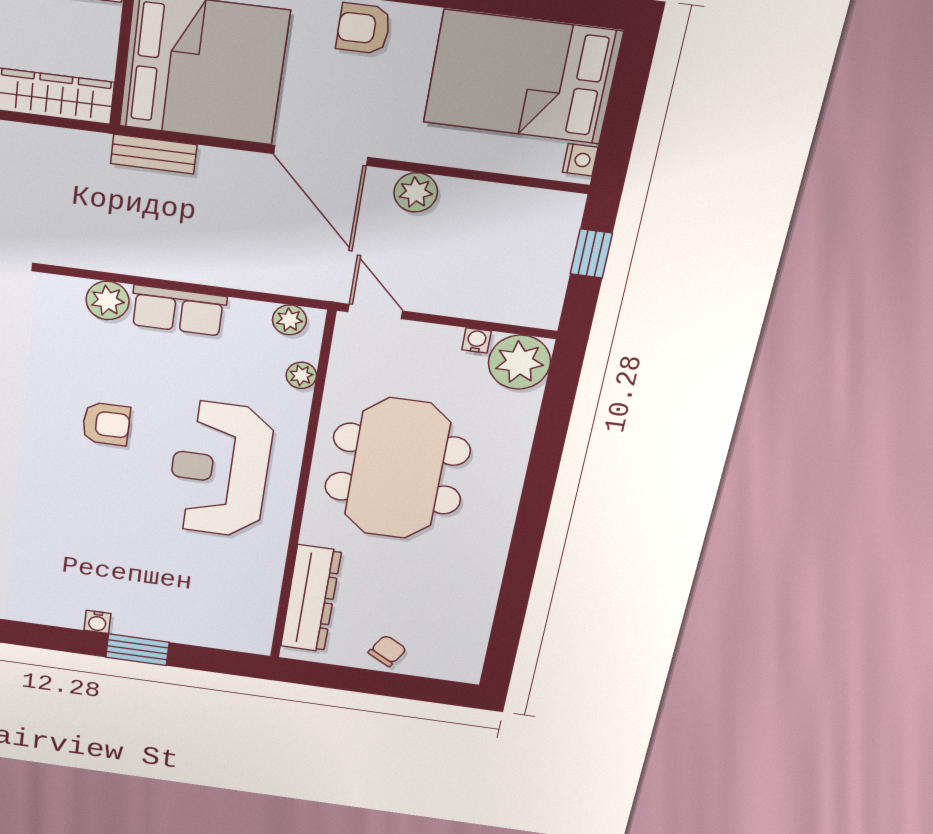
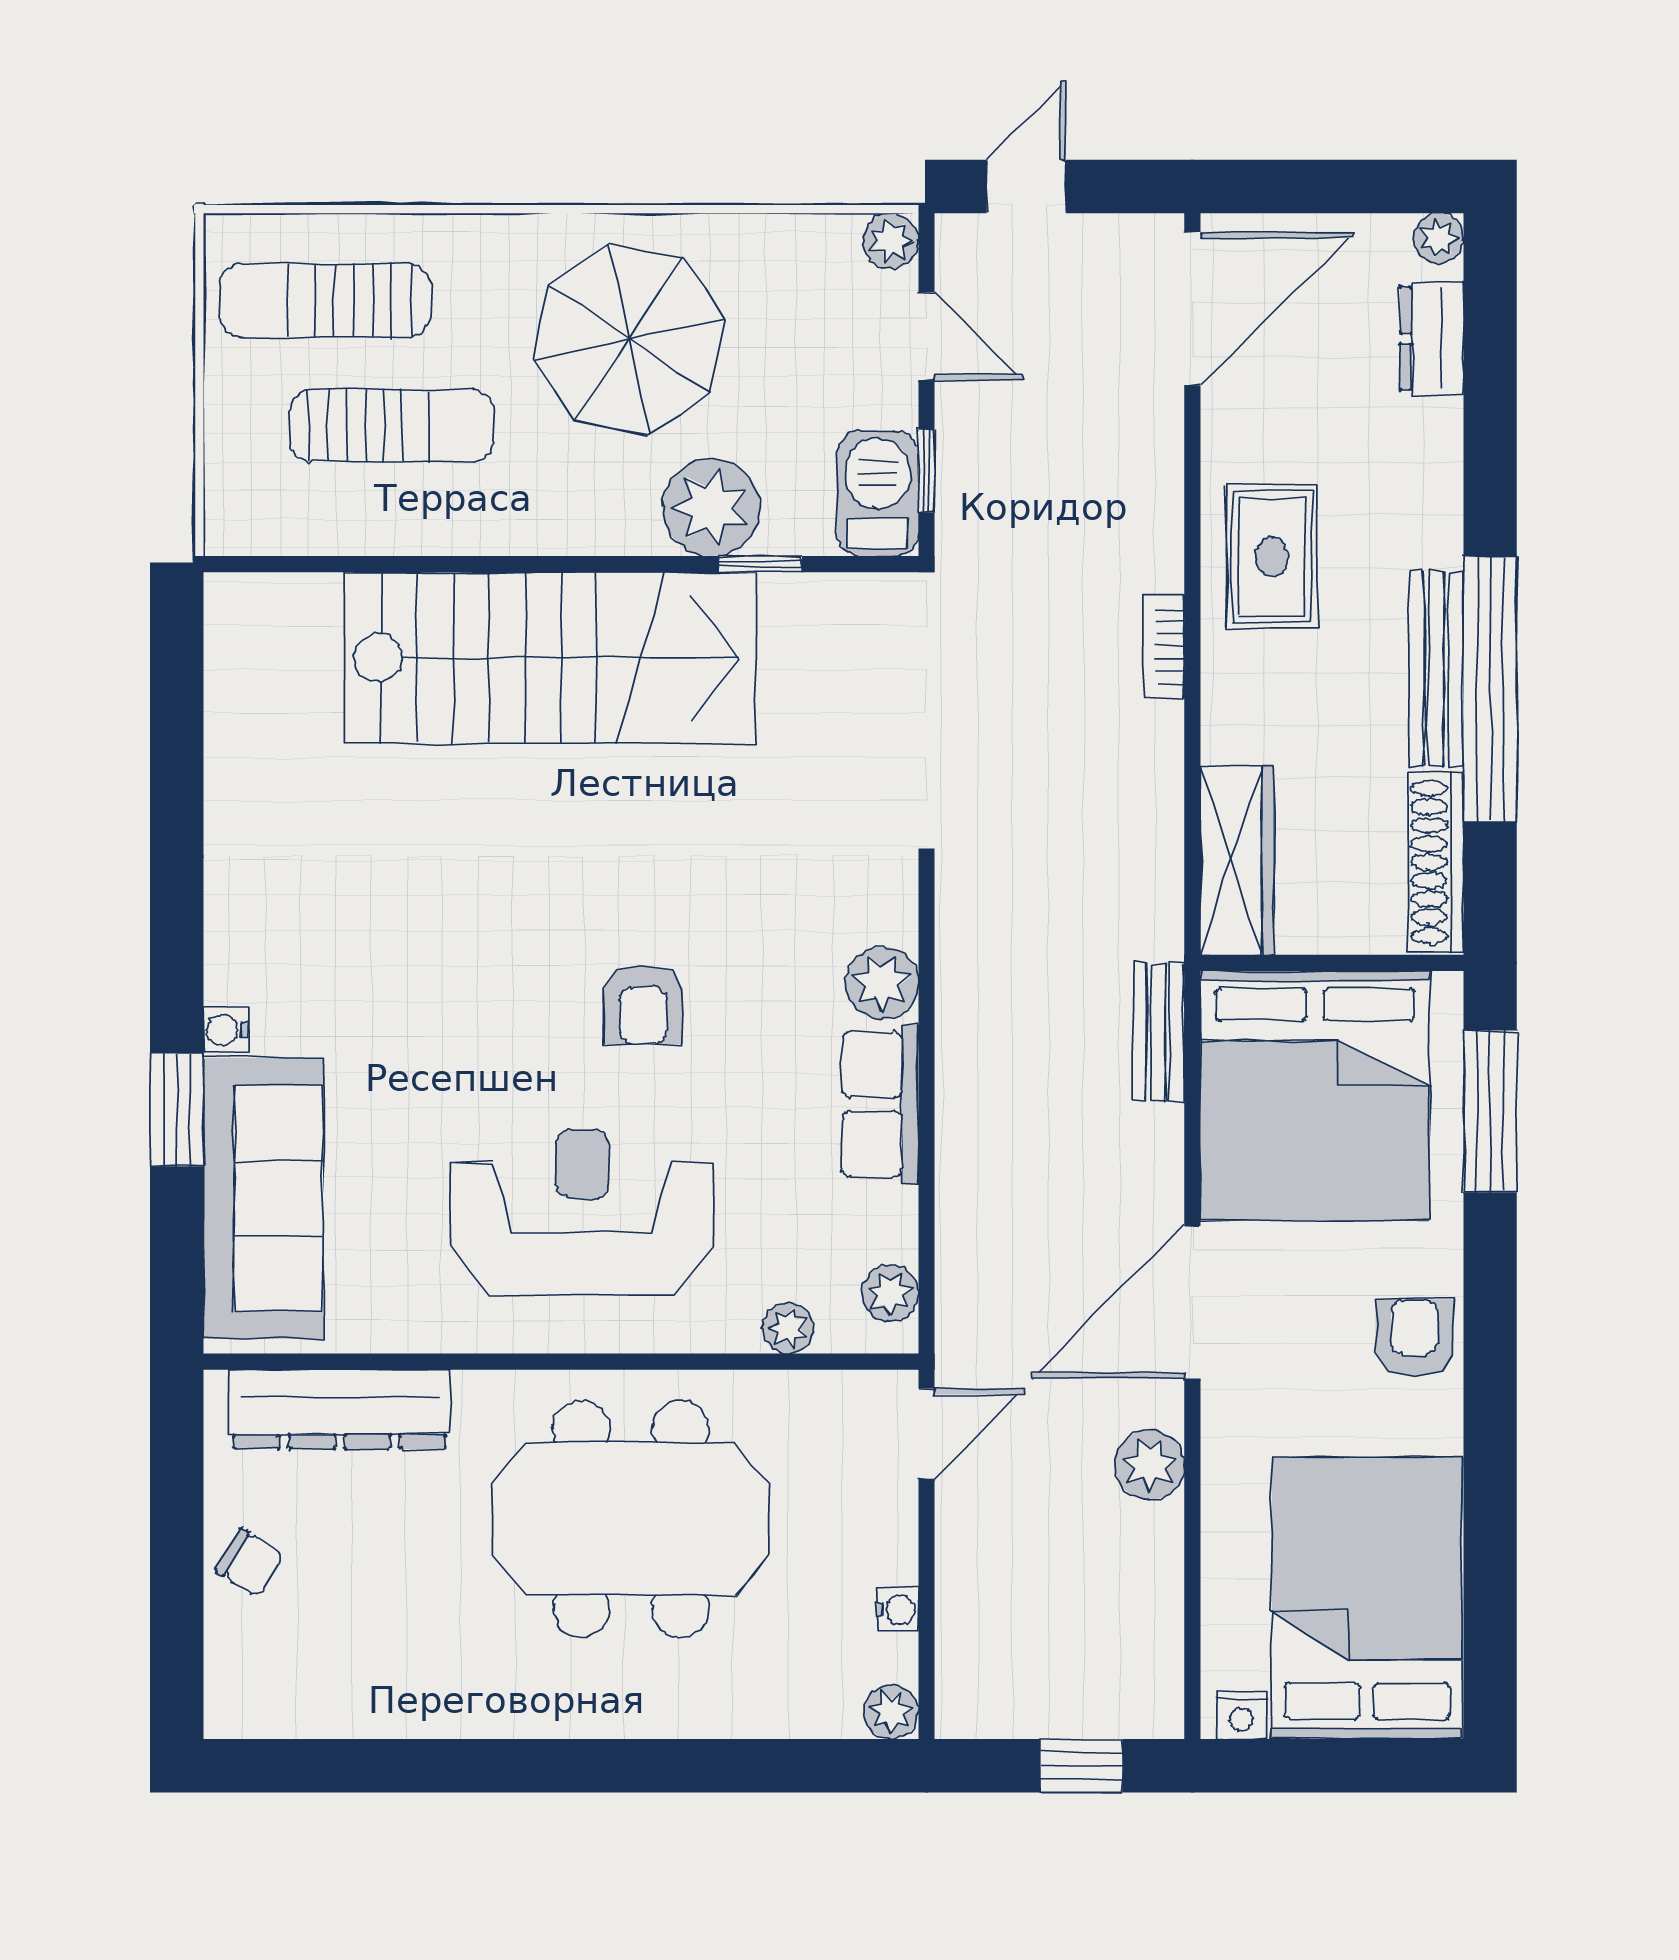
plant: (519, 362) -> (891, 1712), width x0.53, depth x0.53
sofa: (190, 618) -> (263, 1198), added

